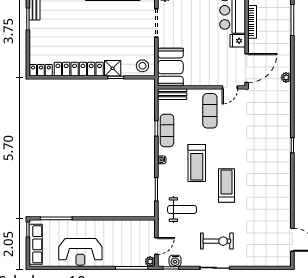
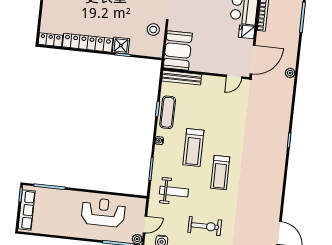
stool: (142, 66) -> (153, 30), moved
bench: (172, 94) -> (182, 78), width x1.36
exercise mat: (210, 111) -> (212, 98), removed
treadmill: (227, 185) -> (220, 173), turned 180
reception desk: (80, 252) -> (103, 212), moved, turned 180

